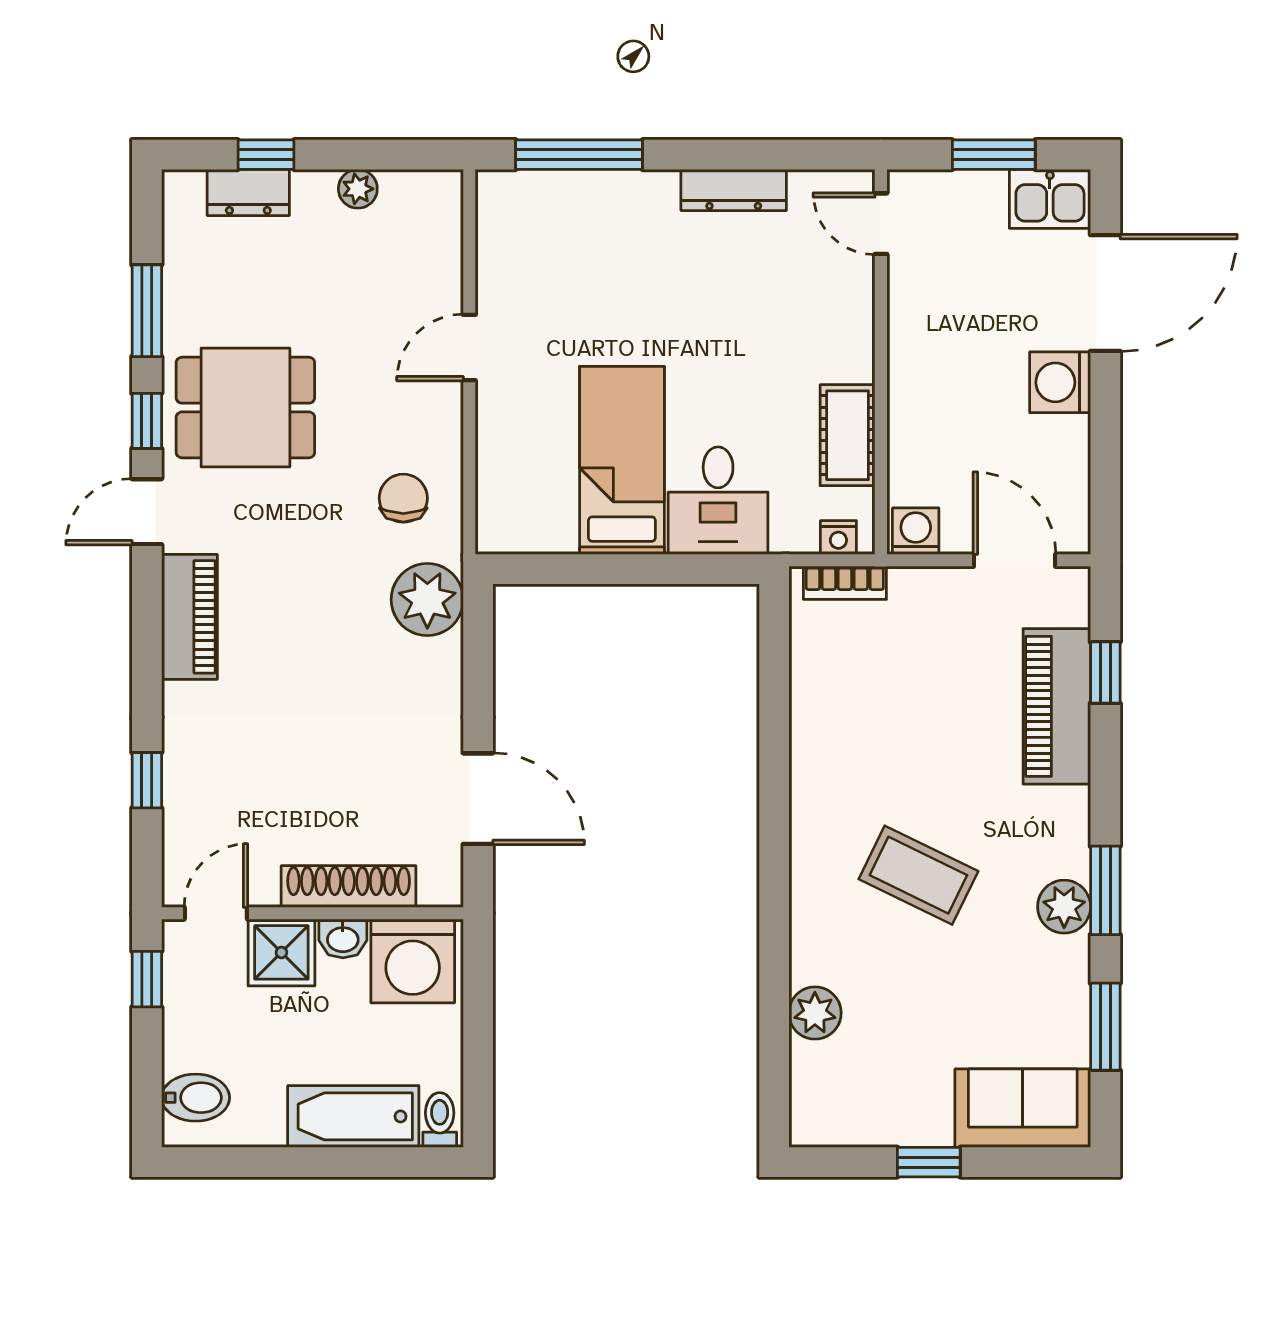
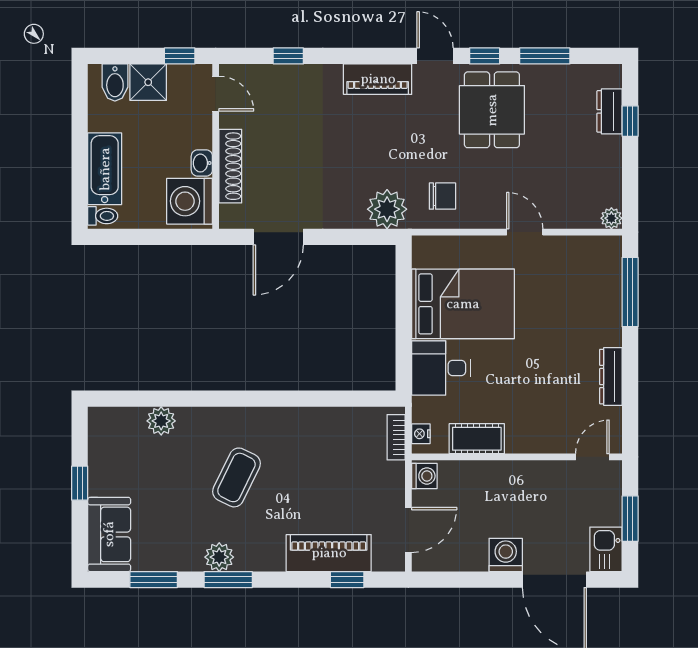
plant: (358, 189) -> (611, 218), moved
bed: (622, 460) -> (463, 304), width x1.50
shower: (281, 952) -> (148, 82), moved

